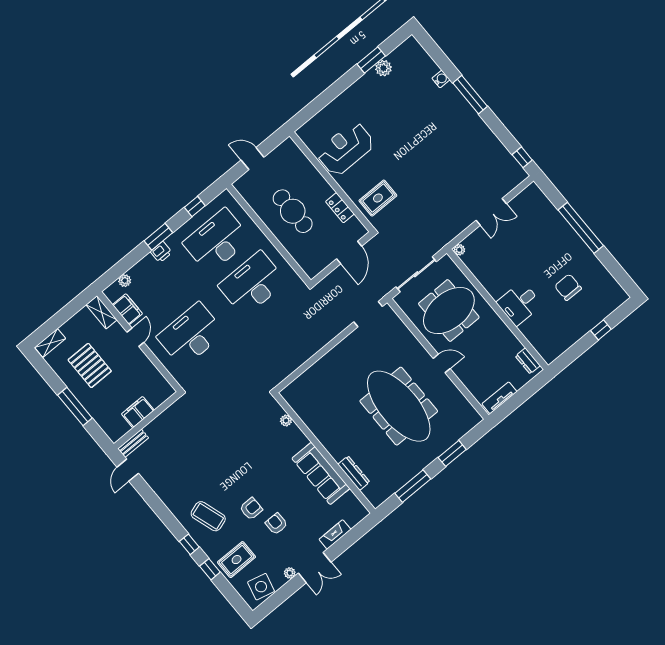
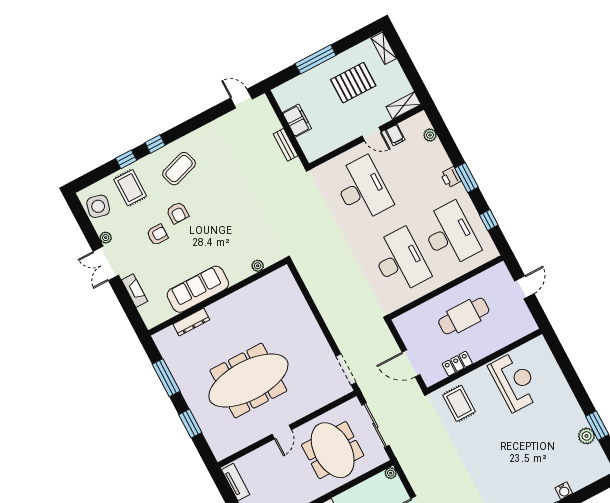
filing cabinet: (127, 309) -> (395, 135), width x0.50
bench: (133, 443) -> (286, 145), moved

